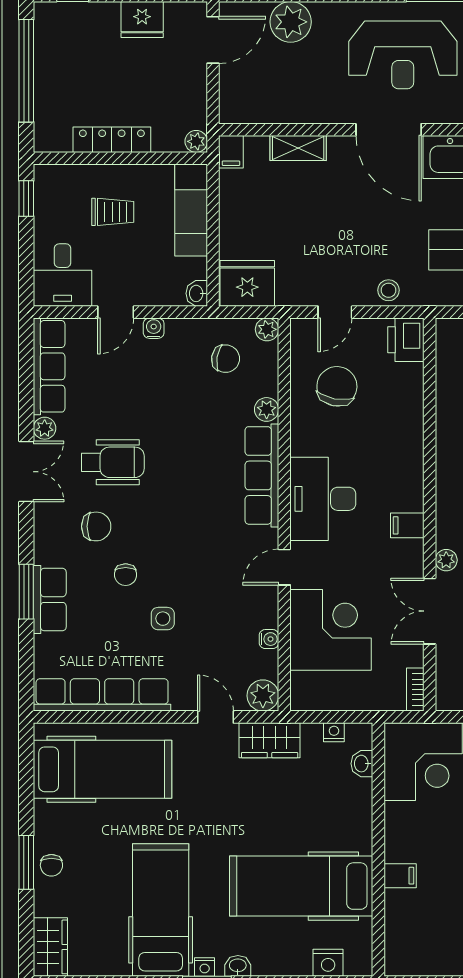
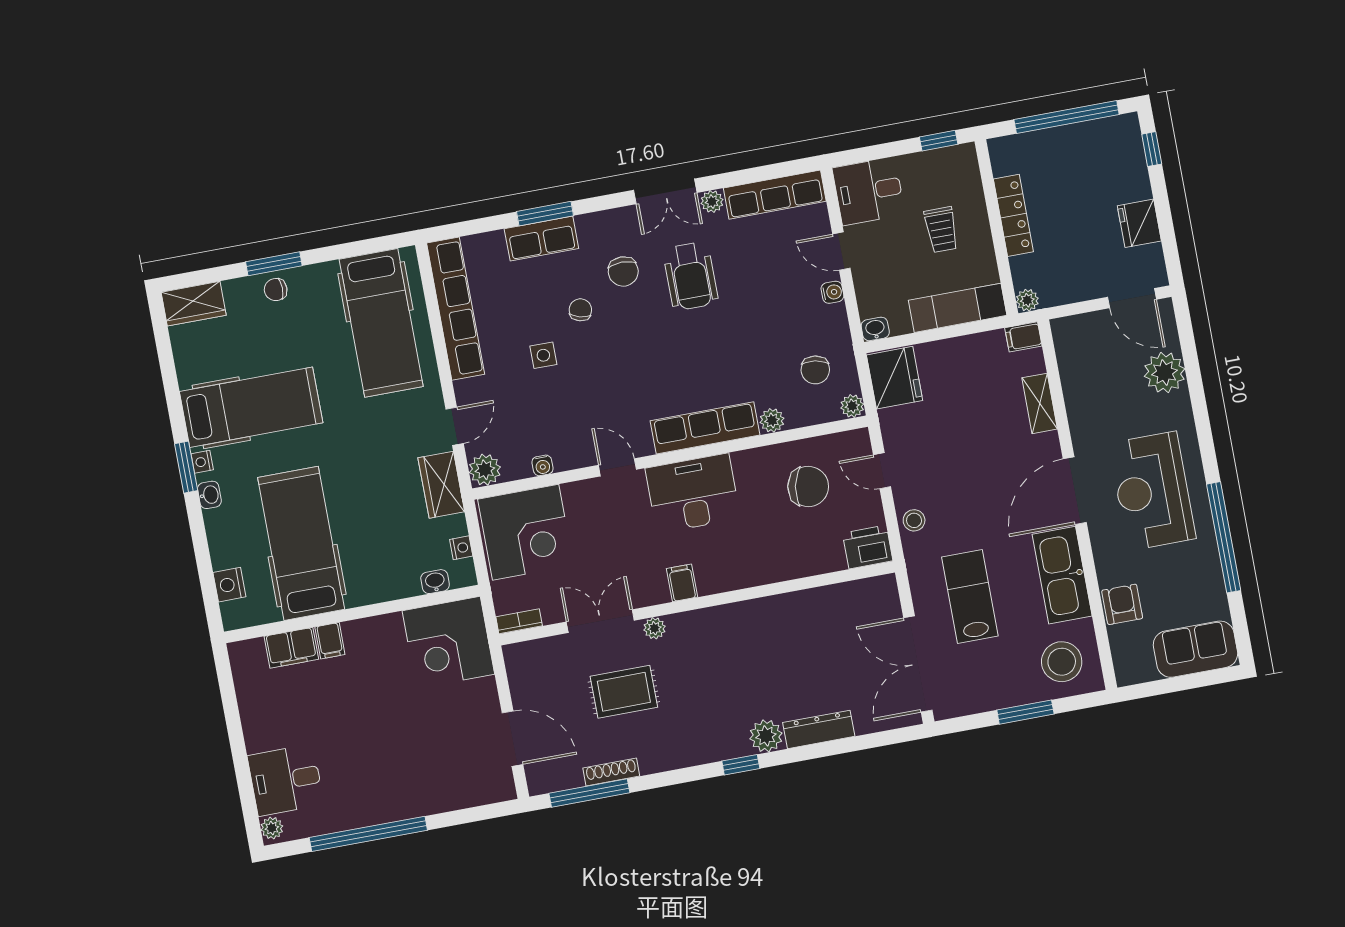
chair: (126, 575) -> (580, 310), turned 105
corner desk: (331, 630) -> (526, 532), moved
filing cabinet: (400, 914) -> (291, 648), added

